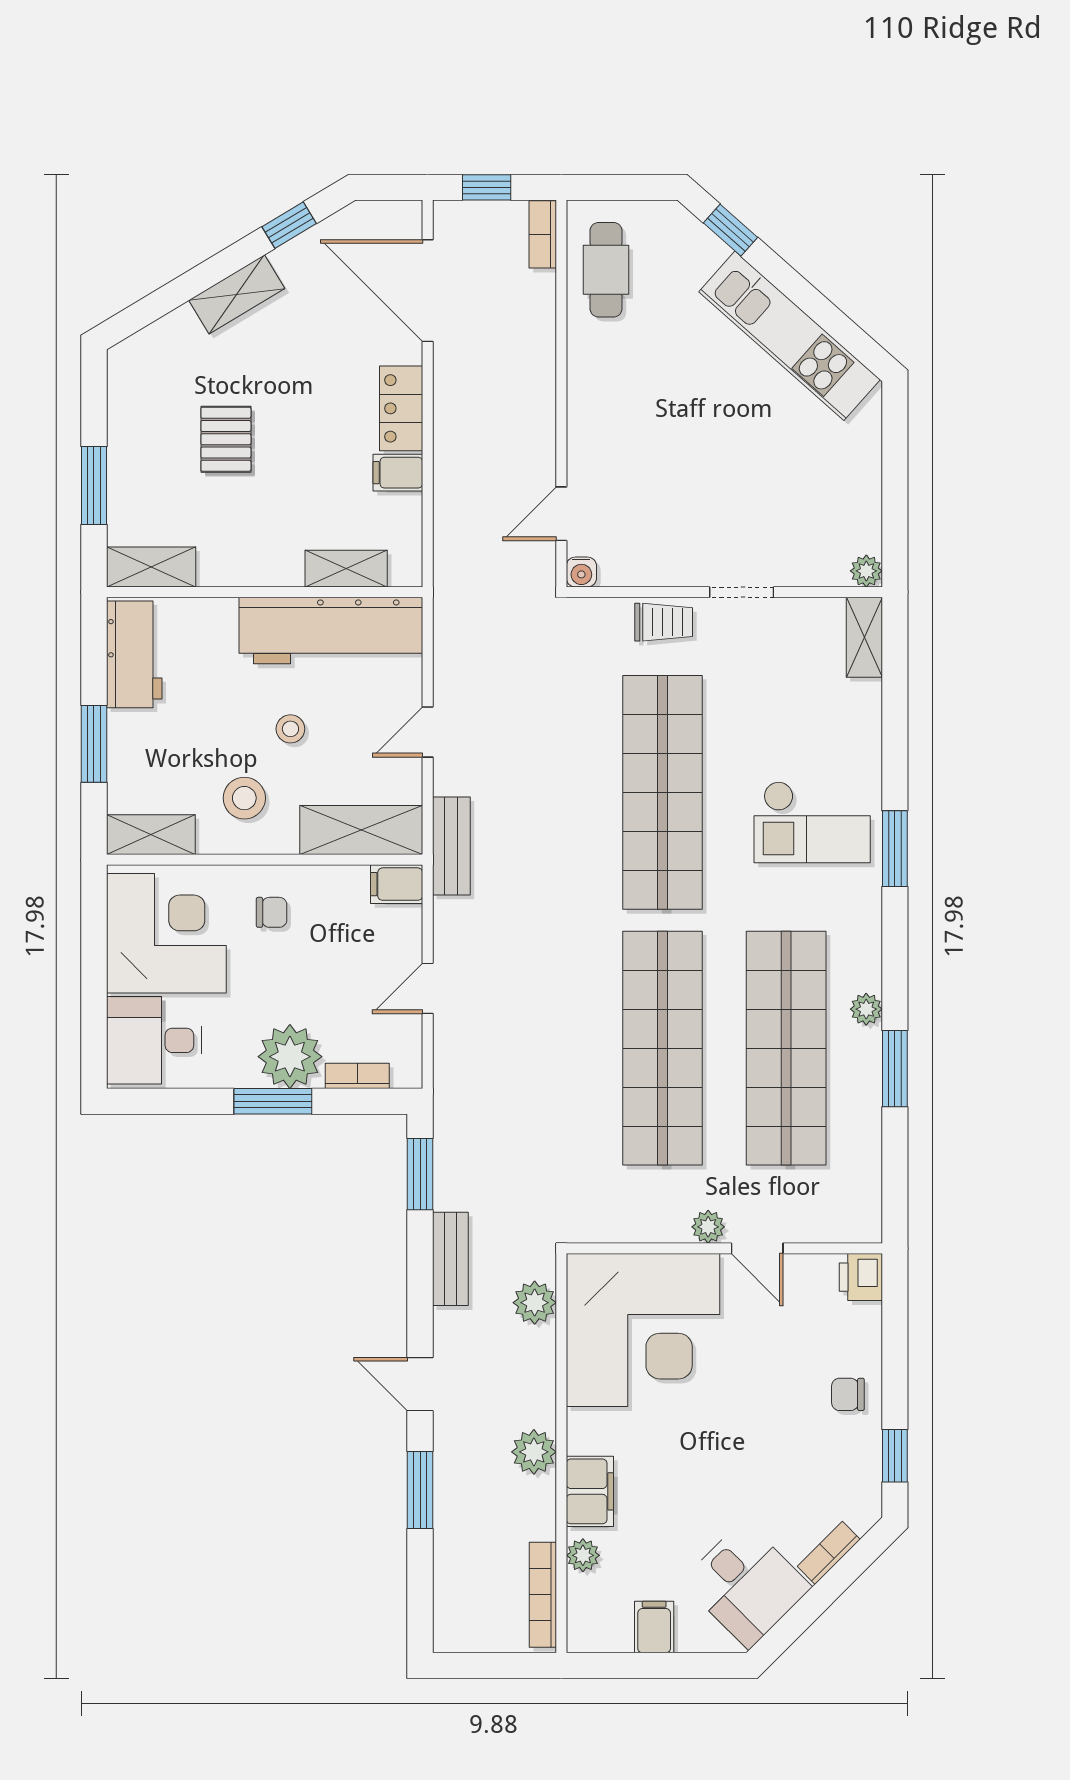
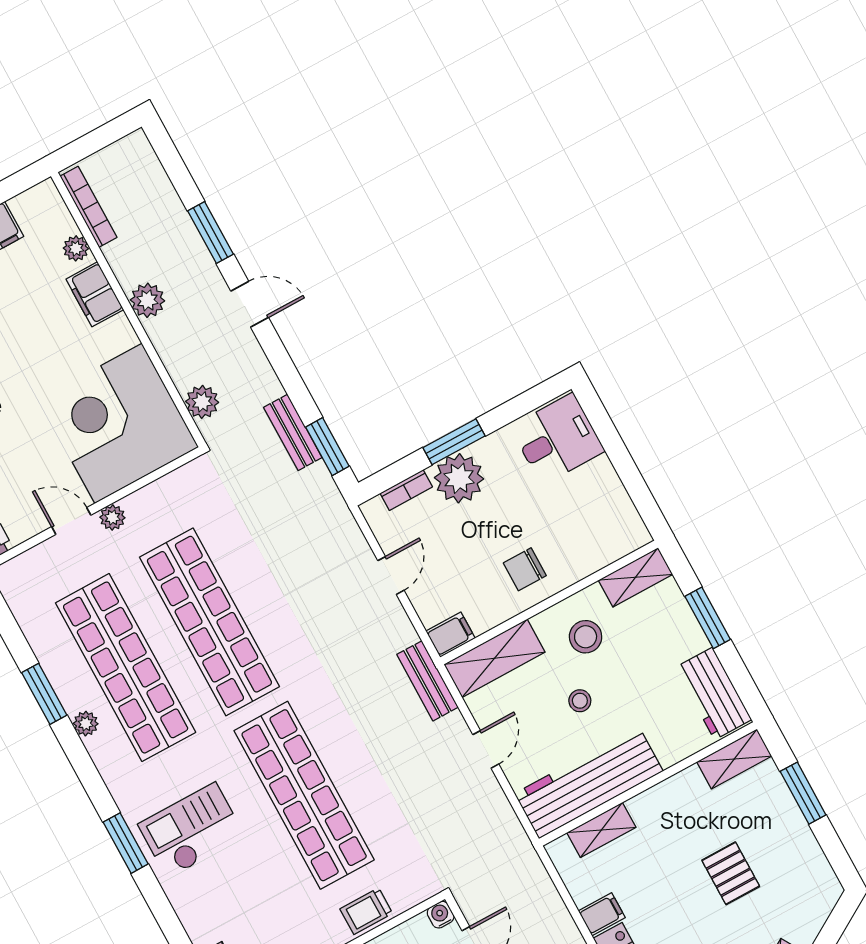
chair: (272, 912) -> (525, 569), width x1.37, depth x1.37
corner desk: (166, 933) -> (588, 516), removed
bench: (450, 1259) -> (293, 432), moved

